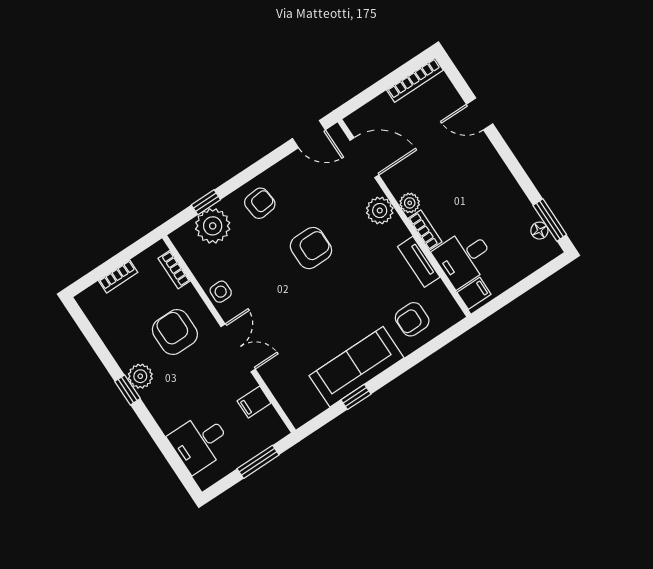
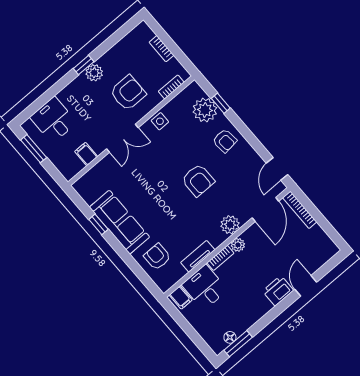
bookcase: (415, 80) -> (300, 210), moved
printer: (482, 154) -> (278, 291), added
window: (258, 462) -> (34, 149), moved

